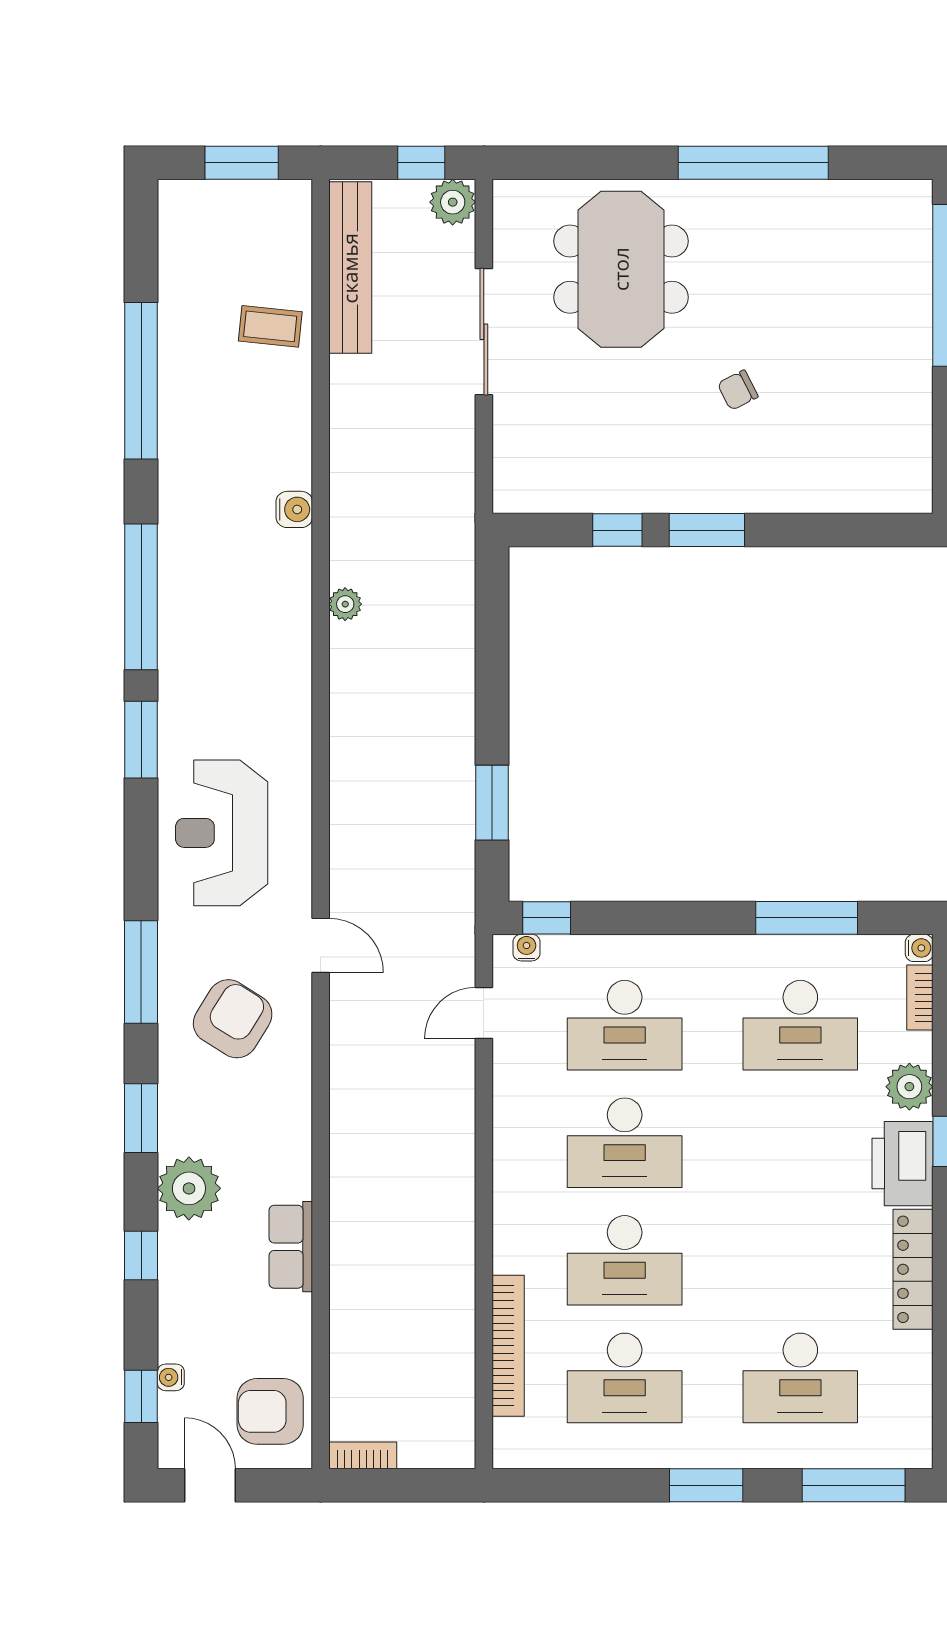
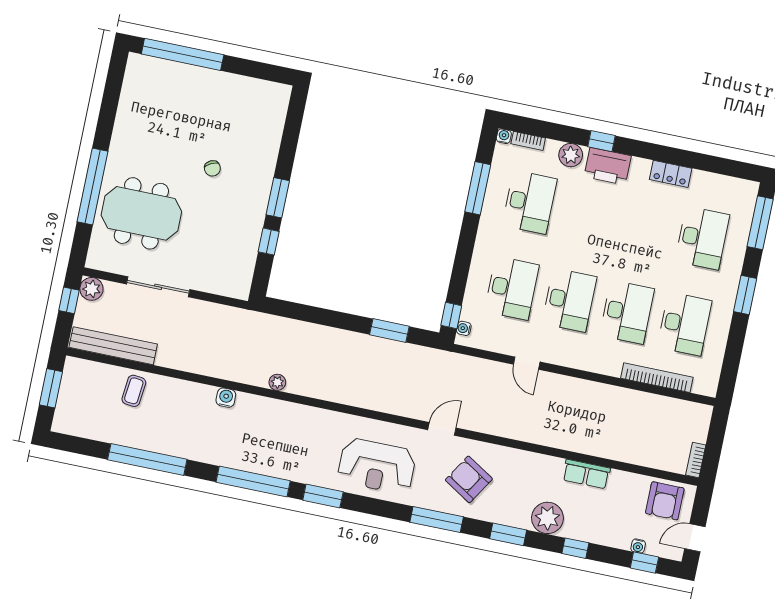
window: (753, 163) -> (93, 187), moved
door: (484, 1013) -> (527, 363), moved
locker: (913, 1269) -> (671, 174), width x0.66

